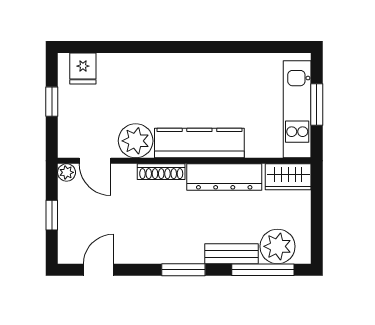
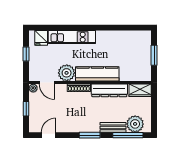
kitchen unit: (297, 109) -> (72, 37), moved, turned -90

